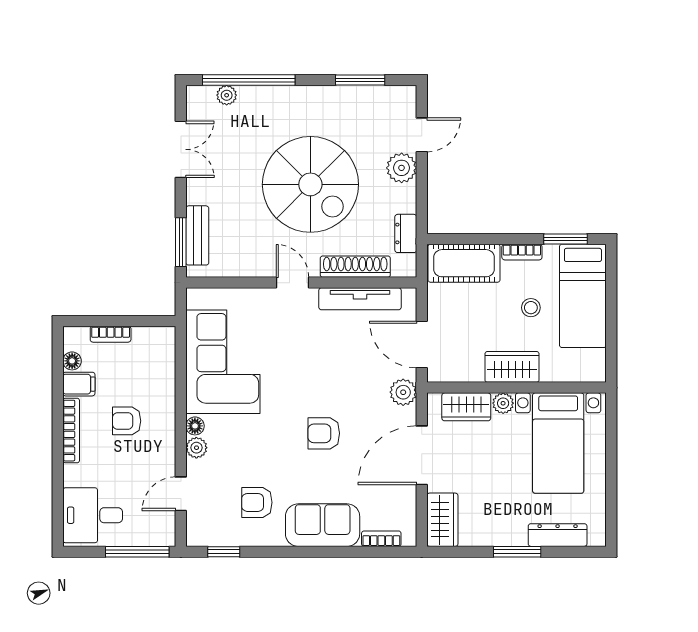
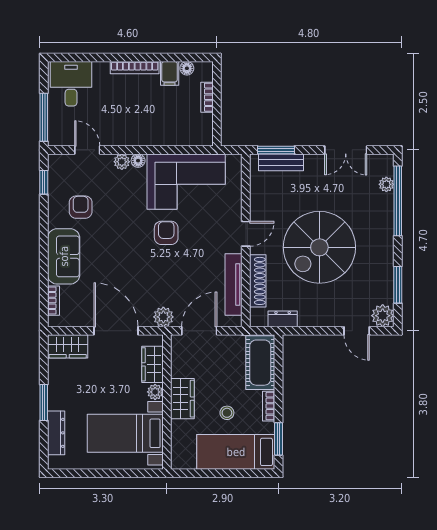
plant: (402, 168) -> (383, 316), moved
armchair: (127, 421) -> (142, 109), removed
armchair: (324, 433) -> (166, 233), moved

